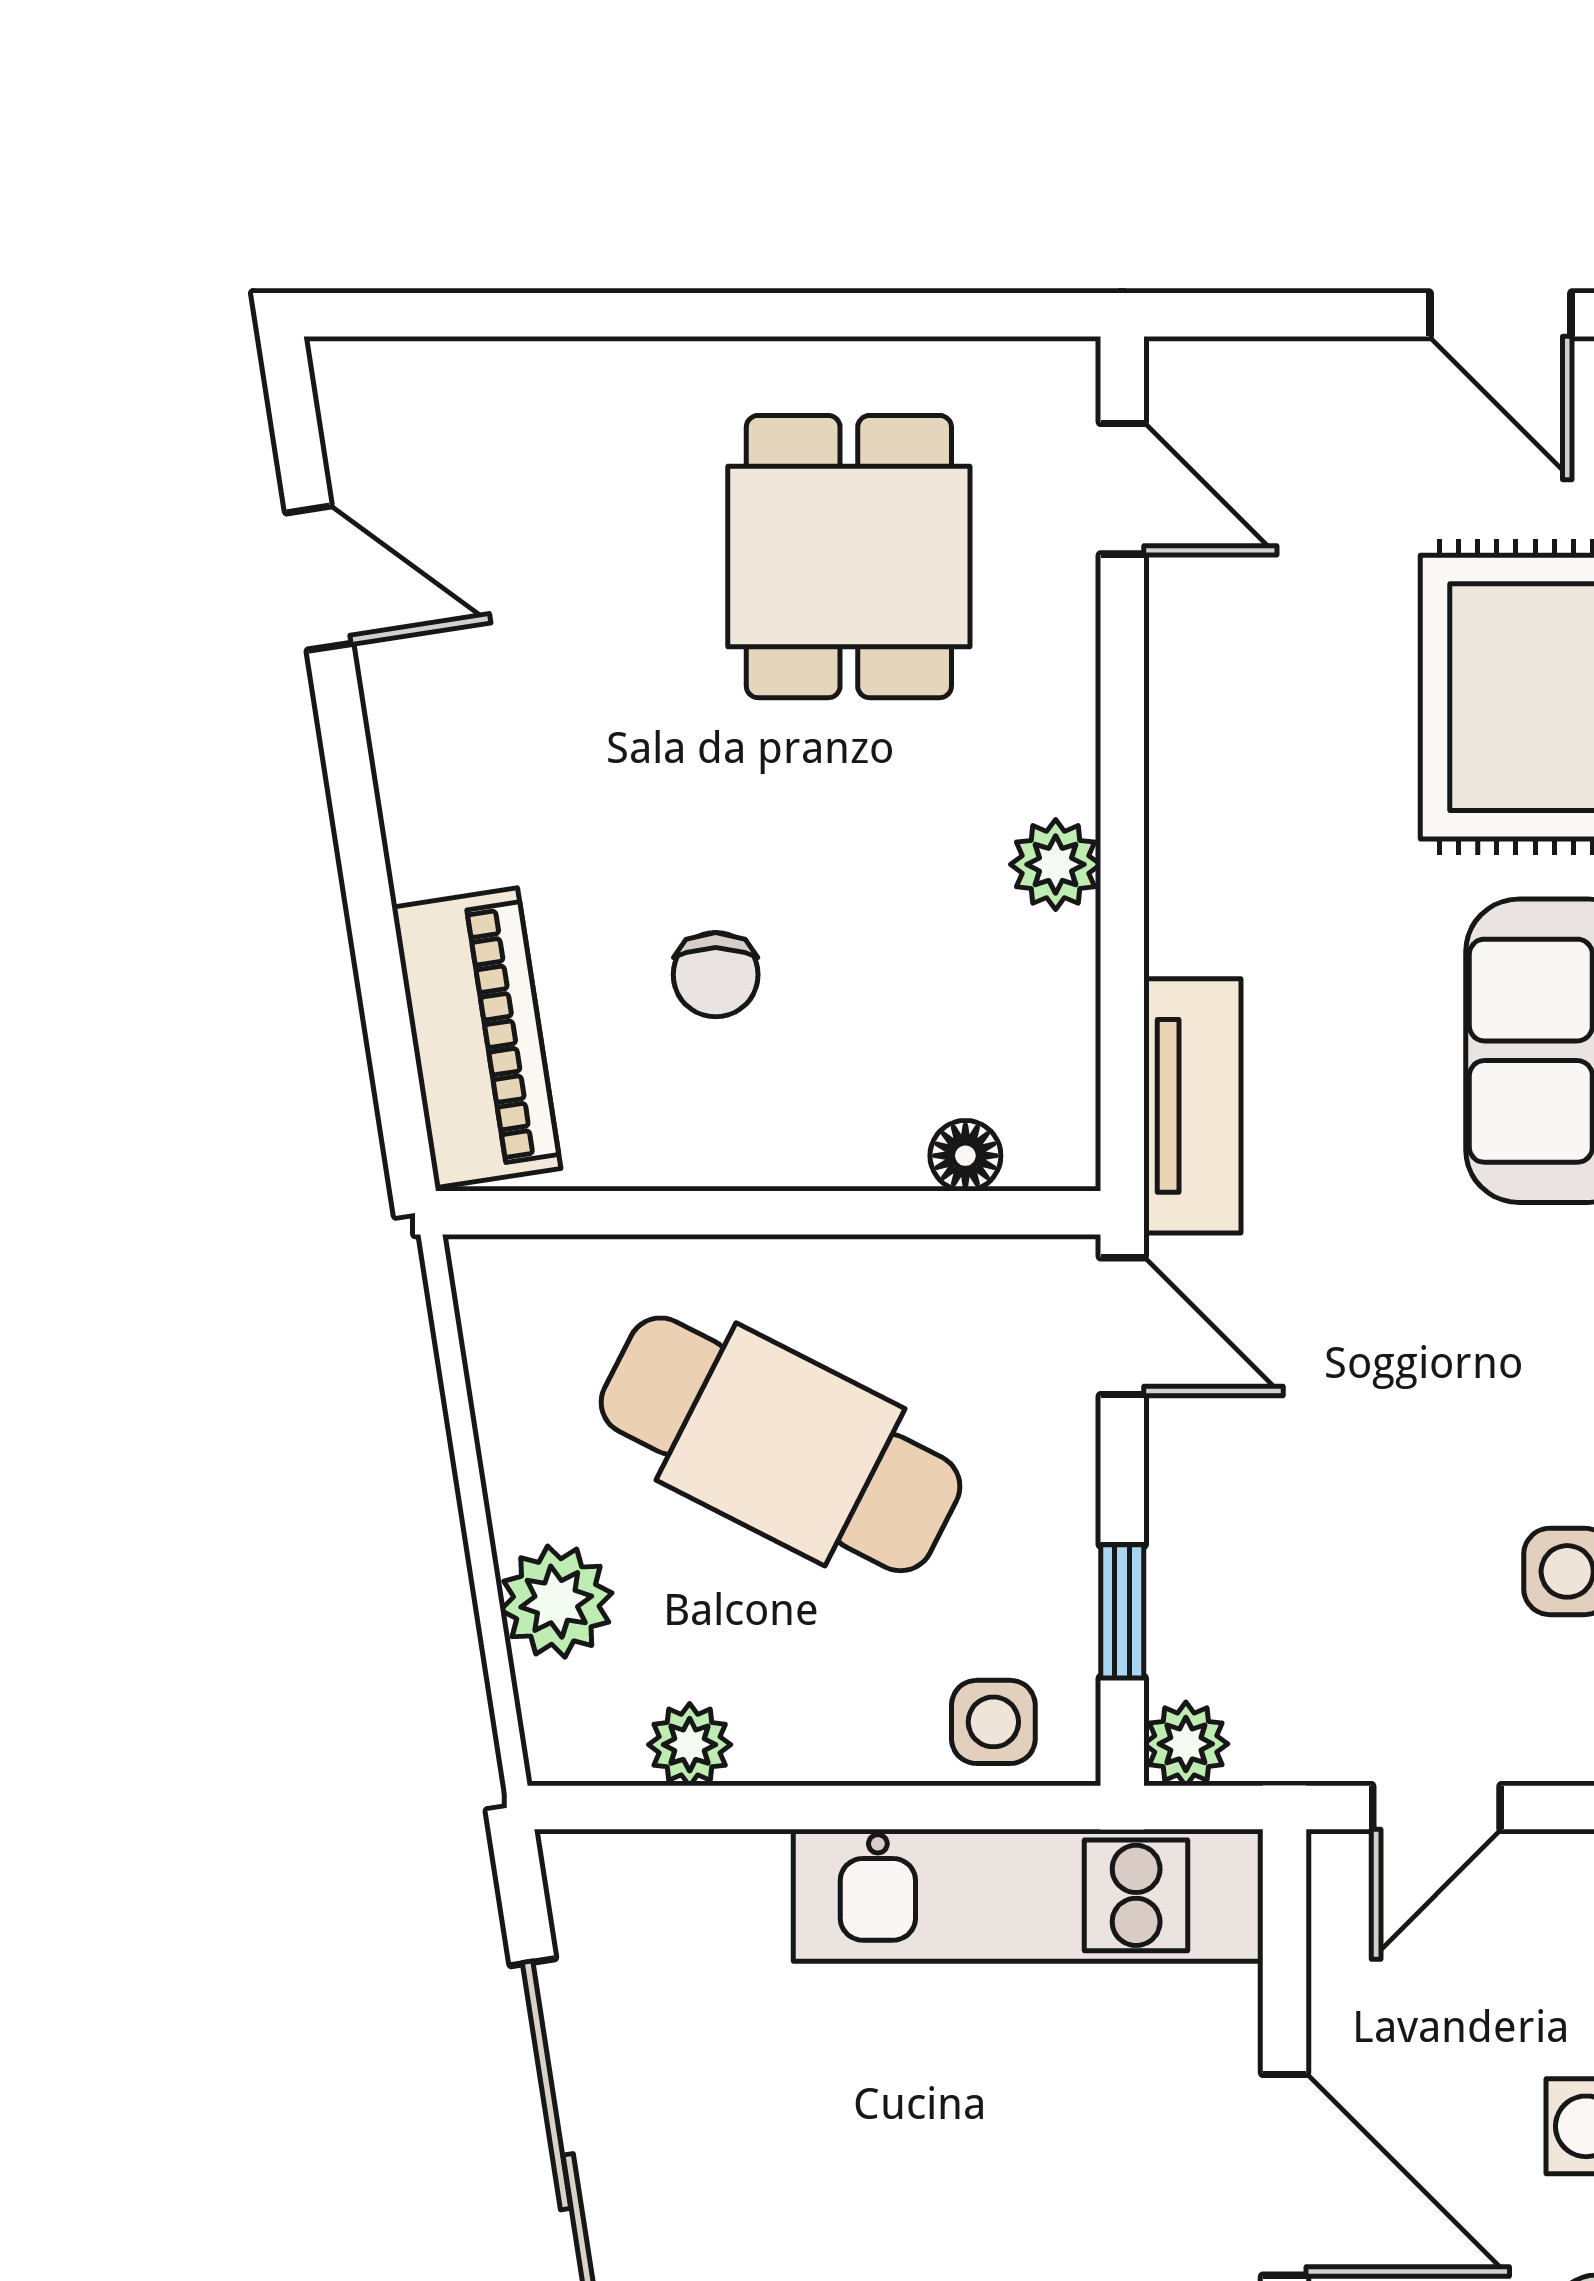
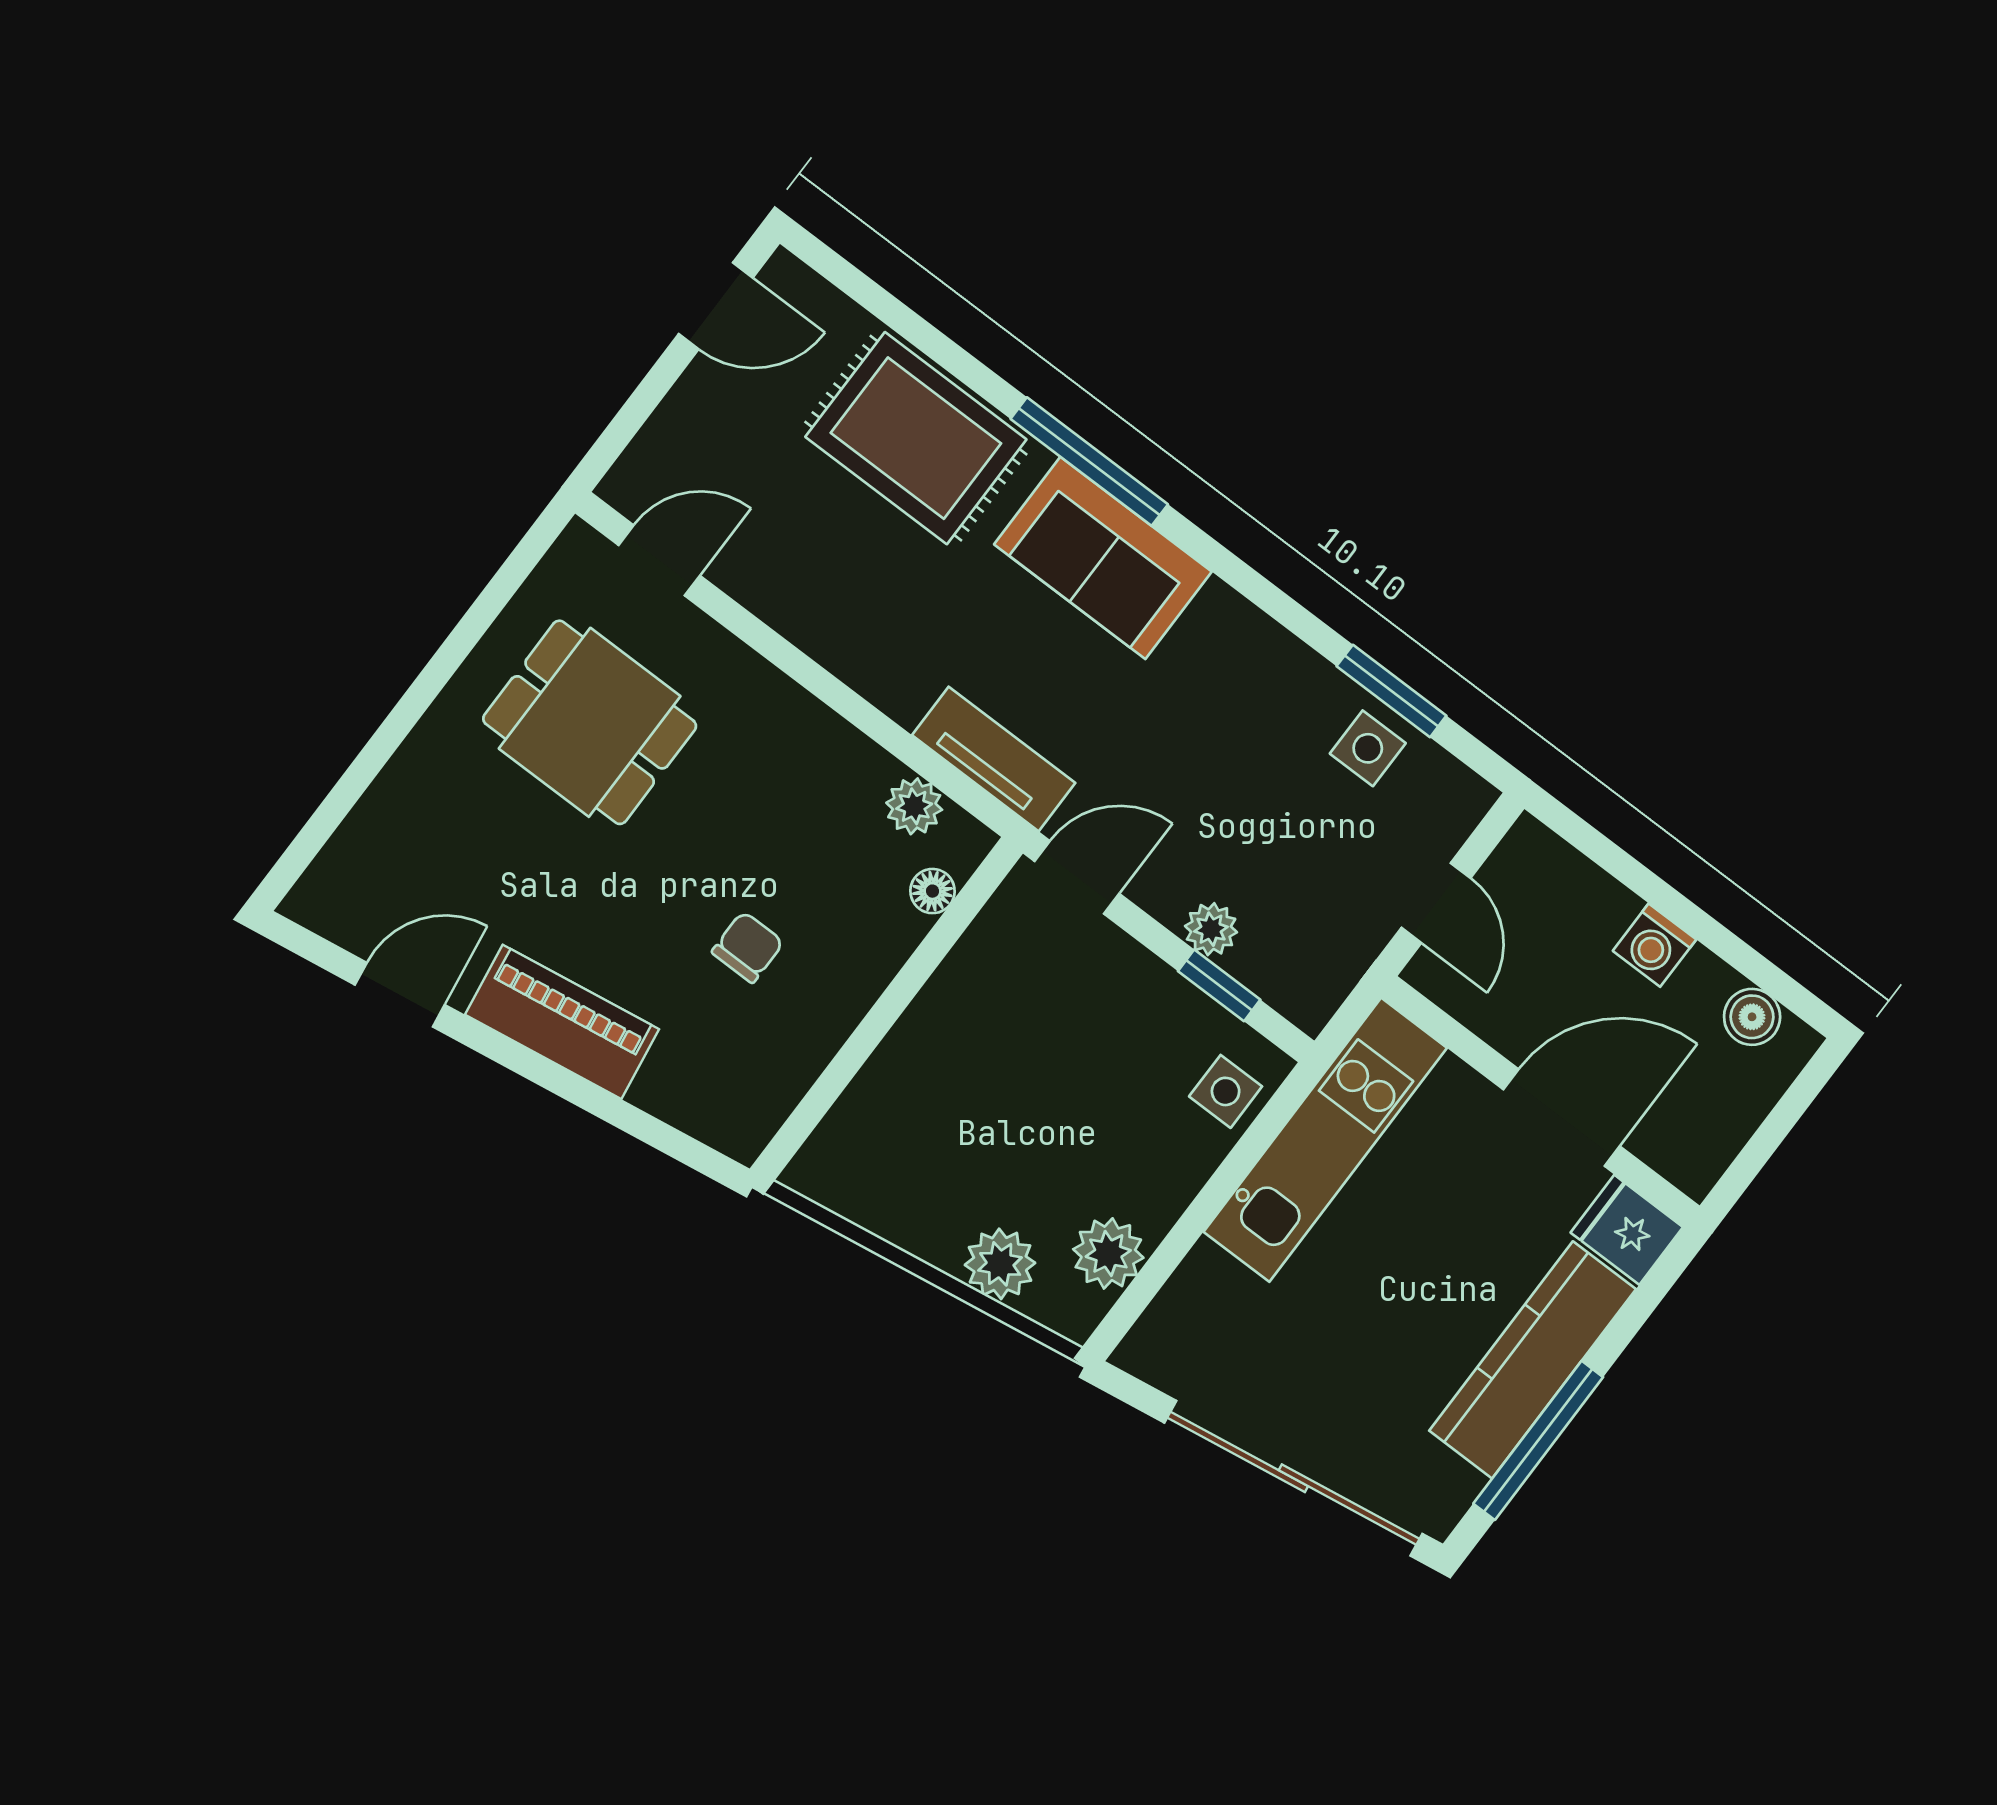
plant: (1056, 864) -> (914, 806), moved
chair: (716, 975) -> (748, 947), turned -90
piano: (476, 1038) -> (562, 1022), moved
cafe table: (781, 1444) -> (1007, 1093), removed
plant: (1186, 1744) -> (1211, 929), moved
plant: (690, 1745) -> (1108, 1253), width x1.38, depth x1.38

